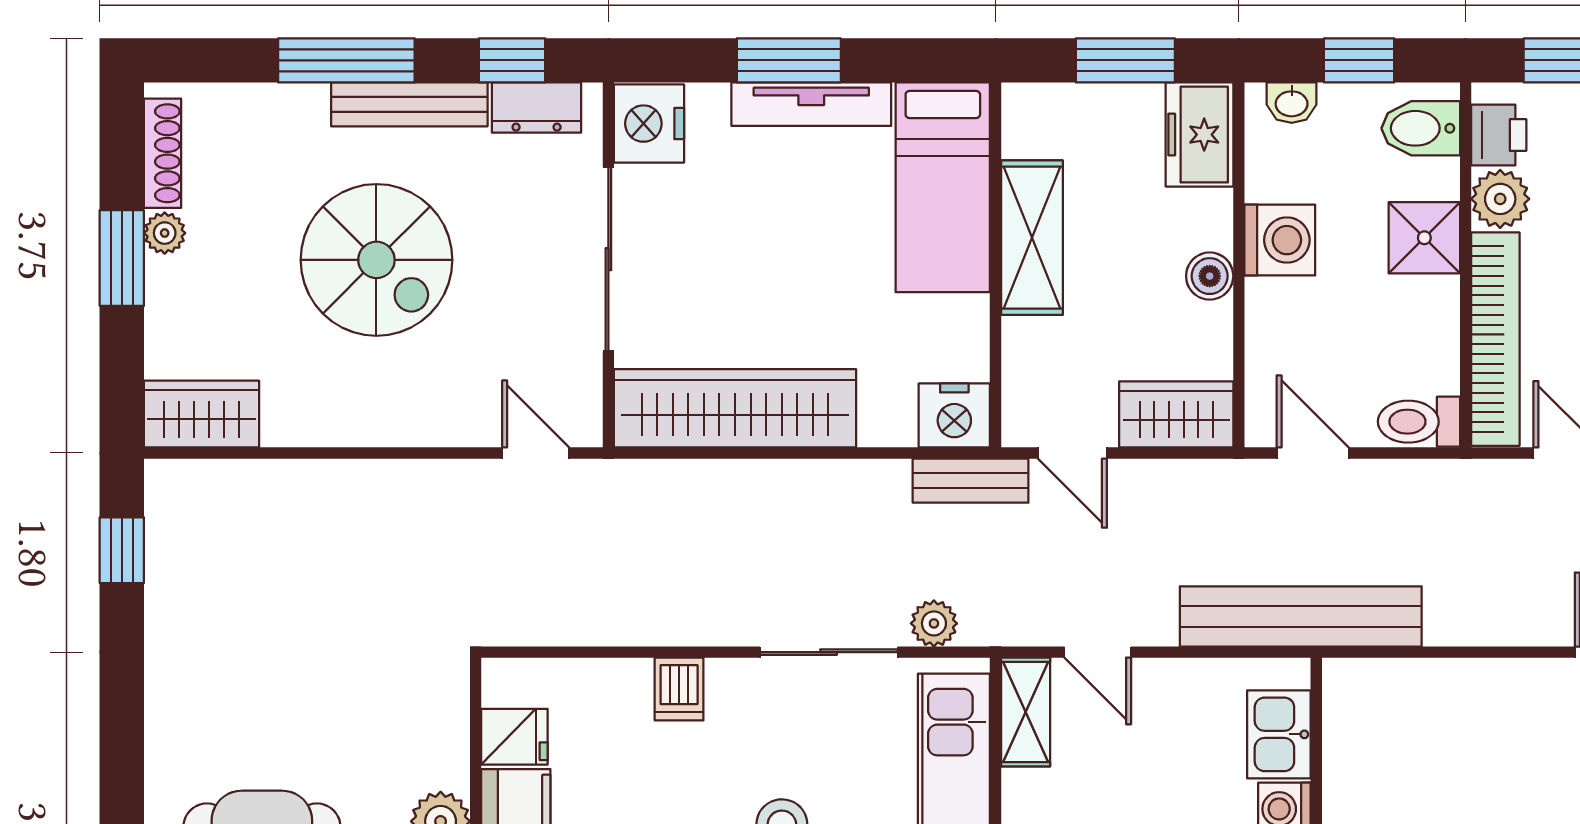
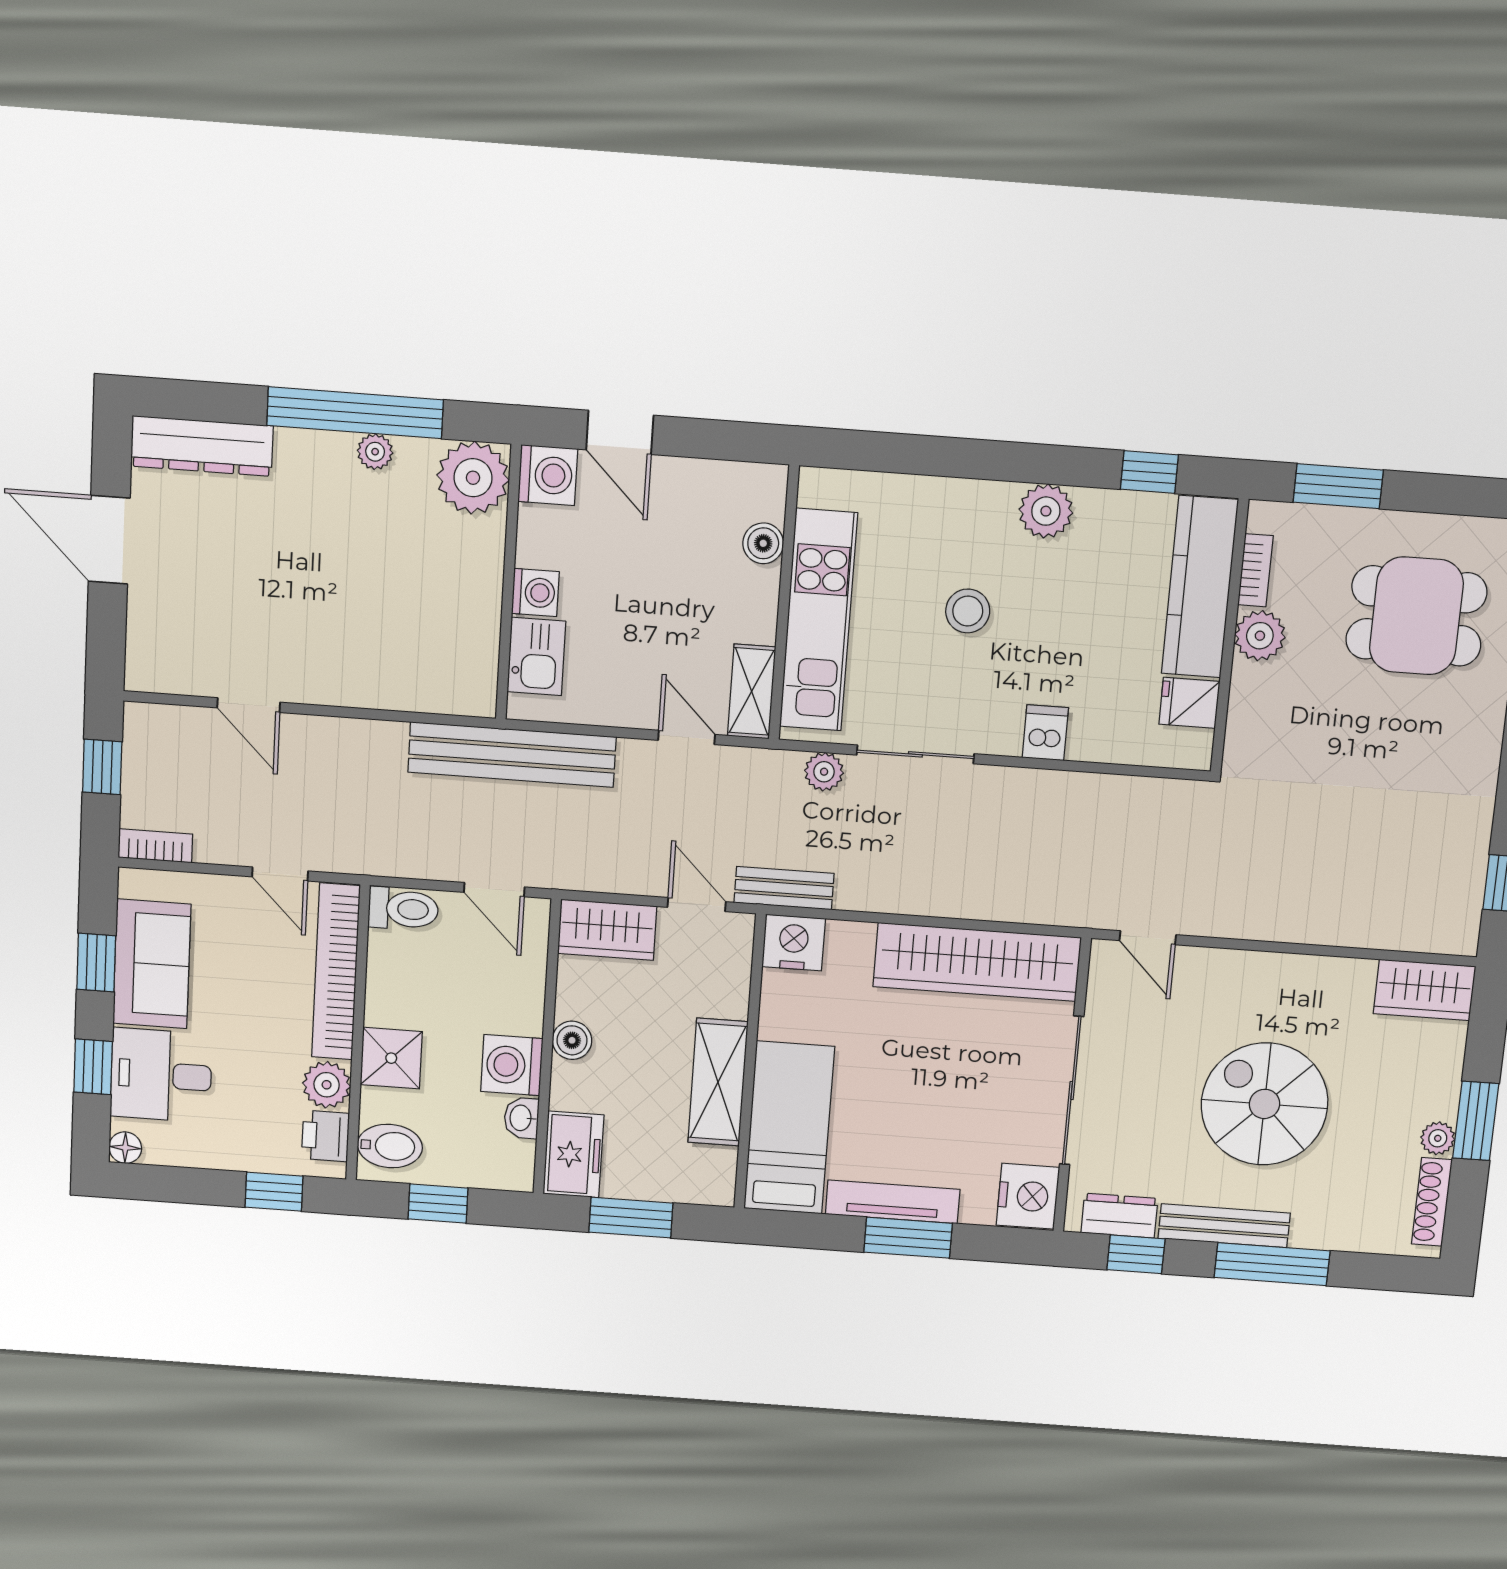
washbasin: (1292, 103) -> (521, 1118), moved, turned -90

